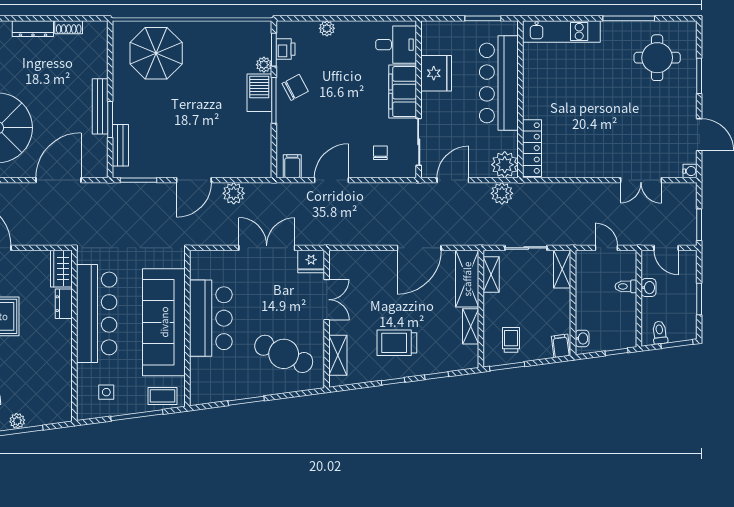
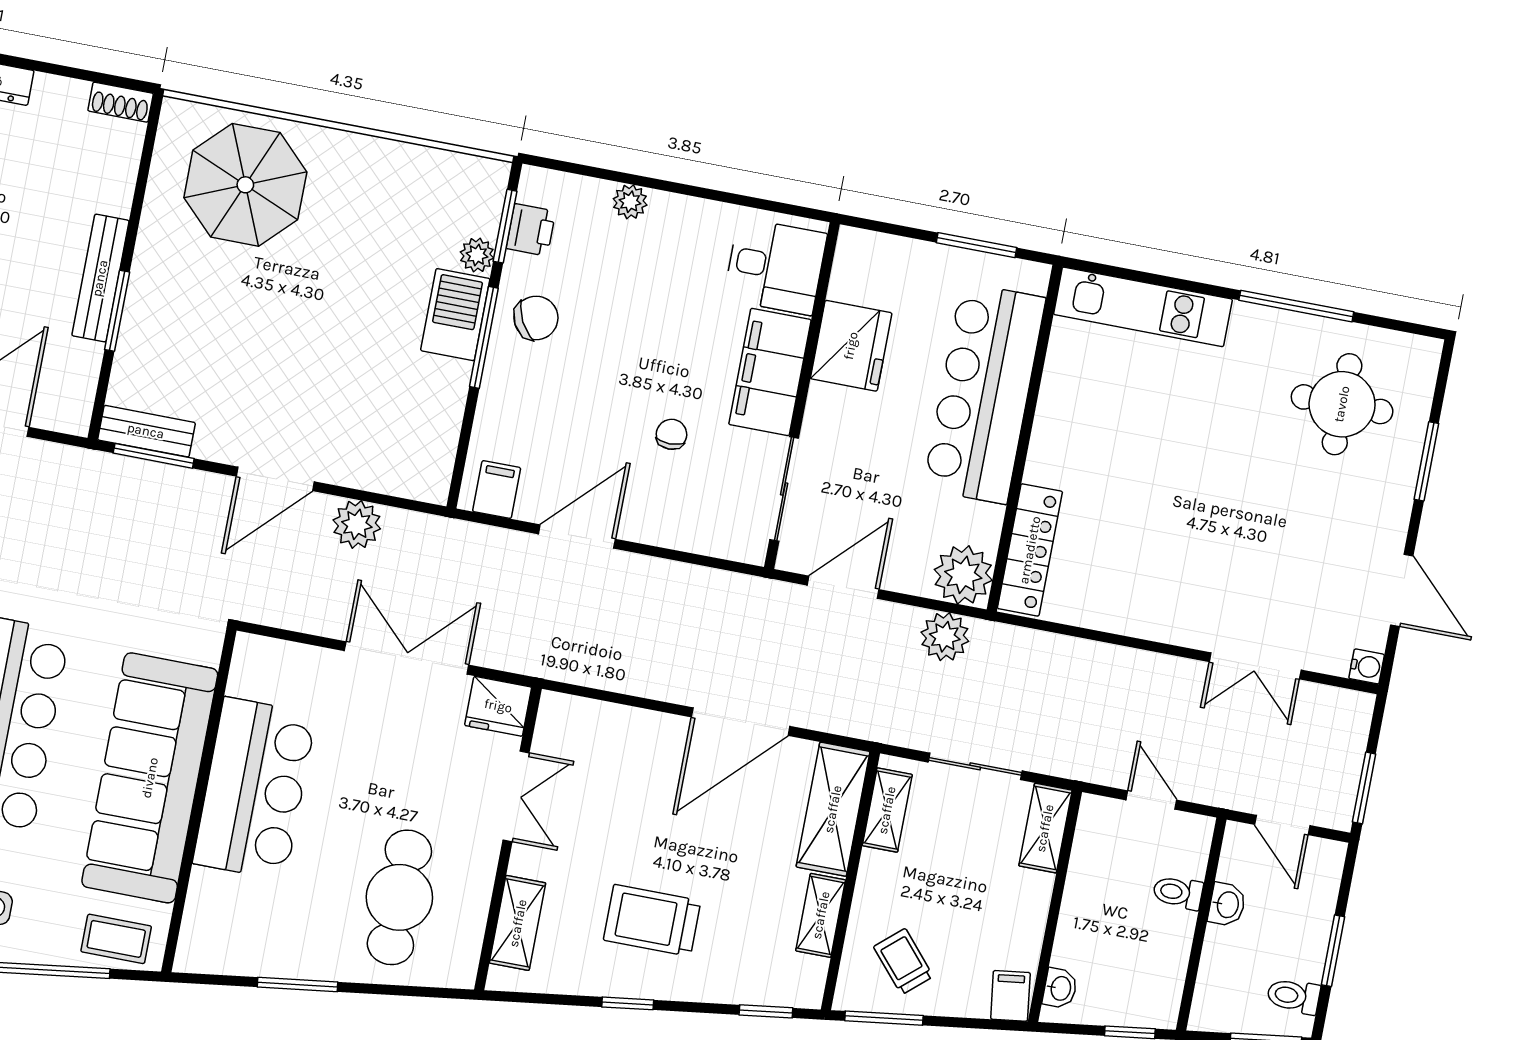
shoe rack: (69, 27) -> (121, 102), moved
bench: (120, 145) -> (146, 431), moved, turned 90
chair: (380, 153) -> (671, 434), moved
toilet: (660, 333) -> (1293, 996), moved, turned -82
trolley: (511, 340) -> (903, 962), turned -41
cafe table: (284, 354) -> (399, 897), turned 66
window: (437, 376) -> (766, 1011), moved

